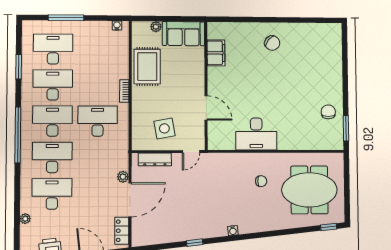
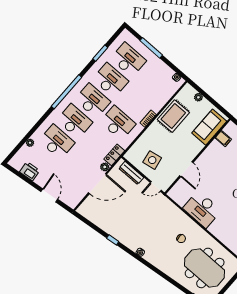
sofa: (183, 34) -> (209, 127), moved, turned 90
filing cabinet: (216, 53) -> (223, 139), width x0.50
locker: (122, 231) -> (114, 155), moved

